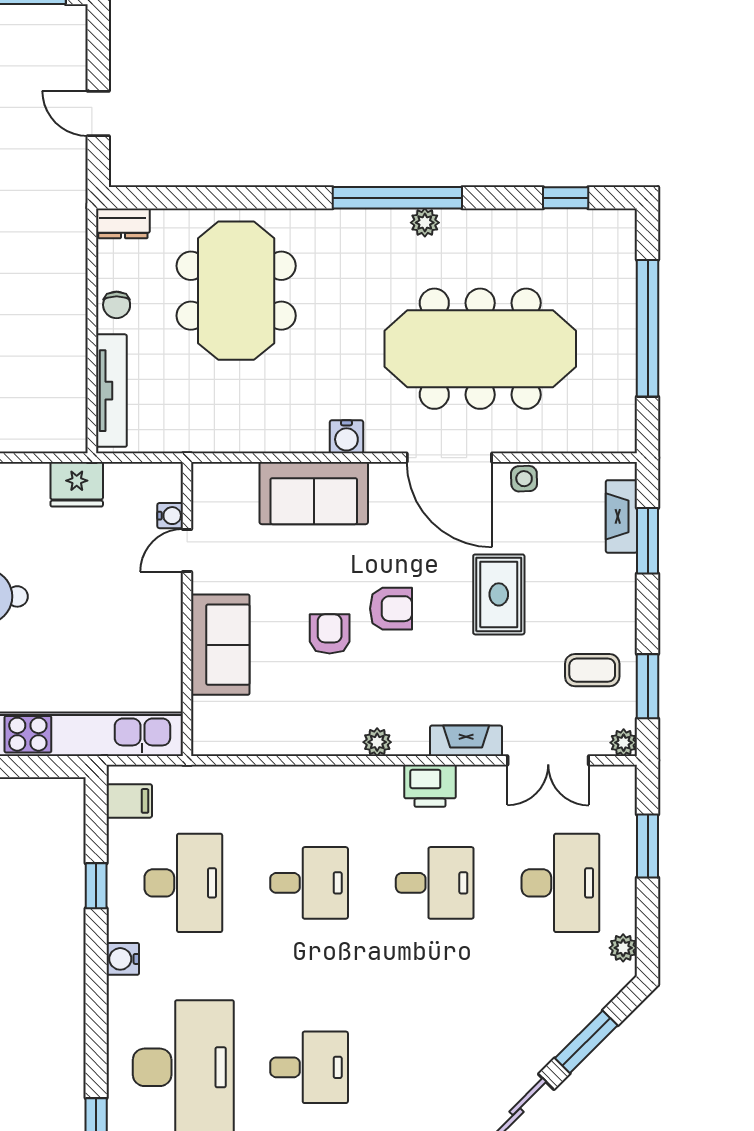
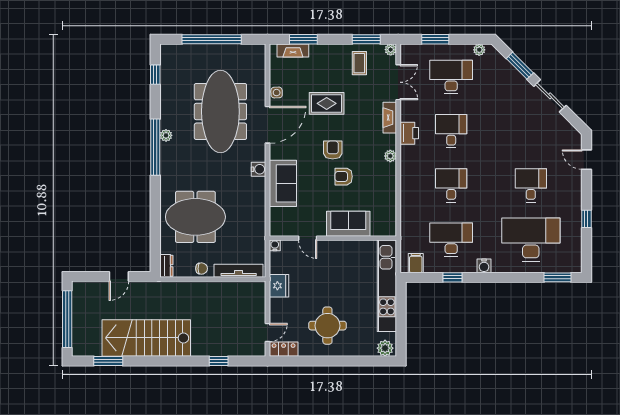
water cooler: (170, 516) -> (275, 245), moved

